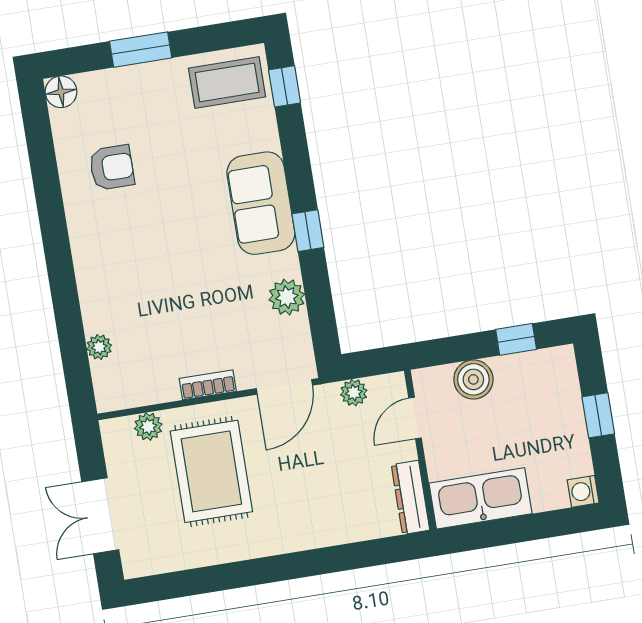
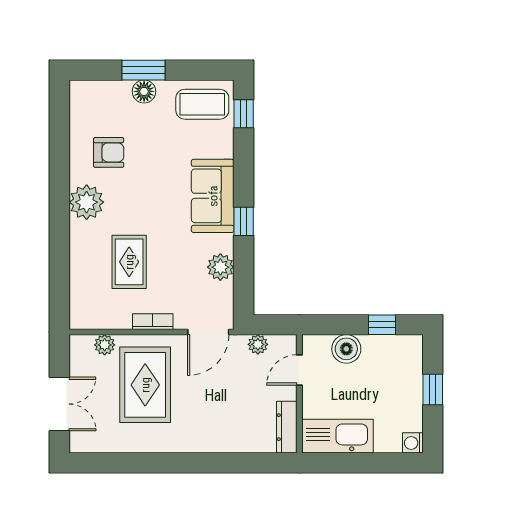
floor lamp: (61, 92) -> (144, 91), moved
rug: (163, 310) -> (129, 262), added
plant: (99, 347) -> (87, 202), moved, width x1.88, depth x1.88
double door: (100, 516) -> (59, 404), swing flipped

